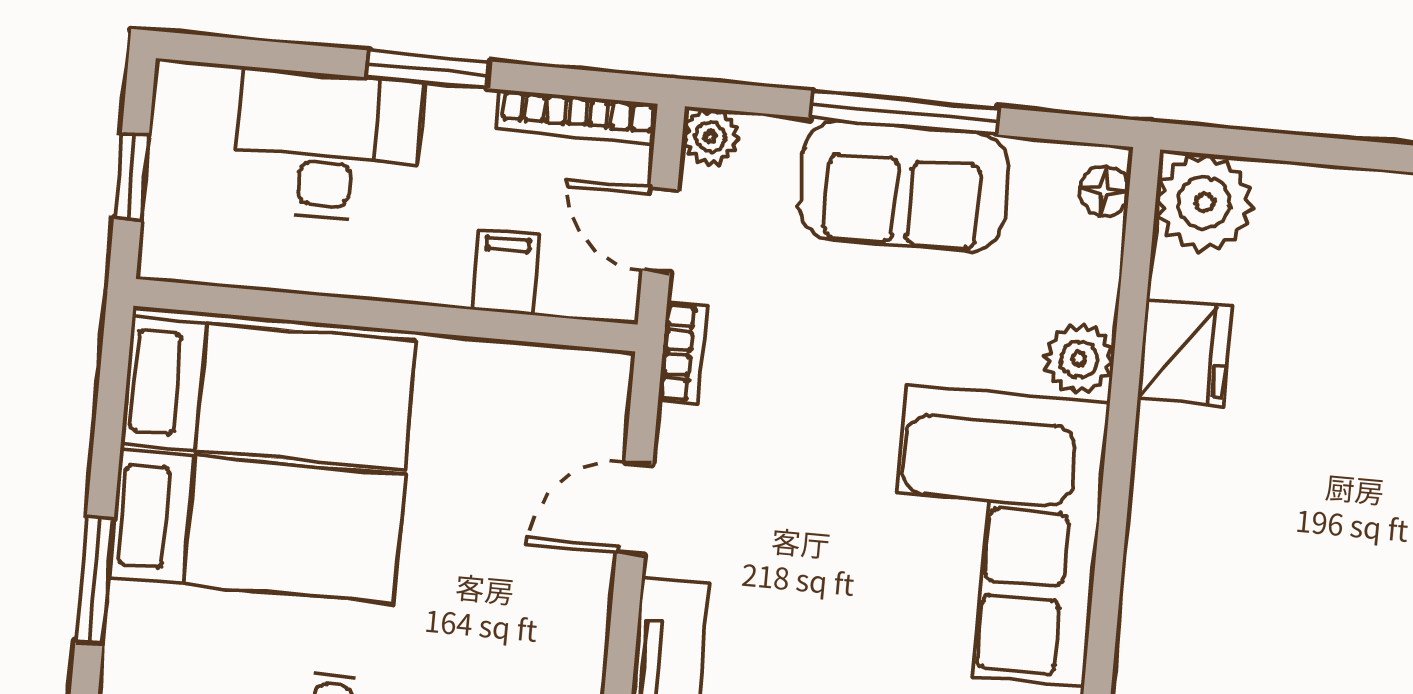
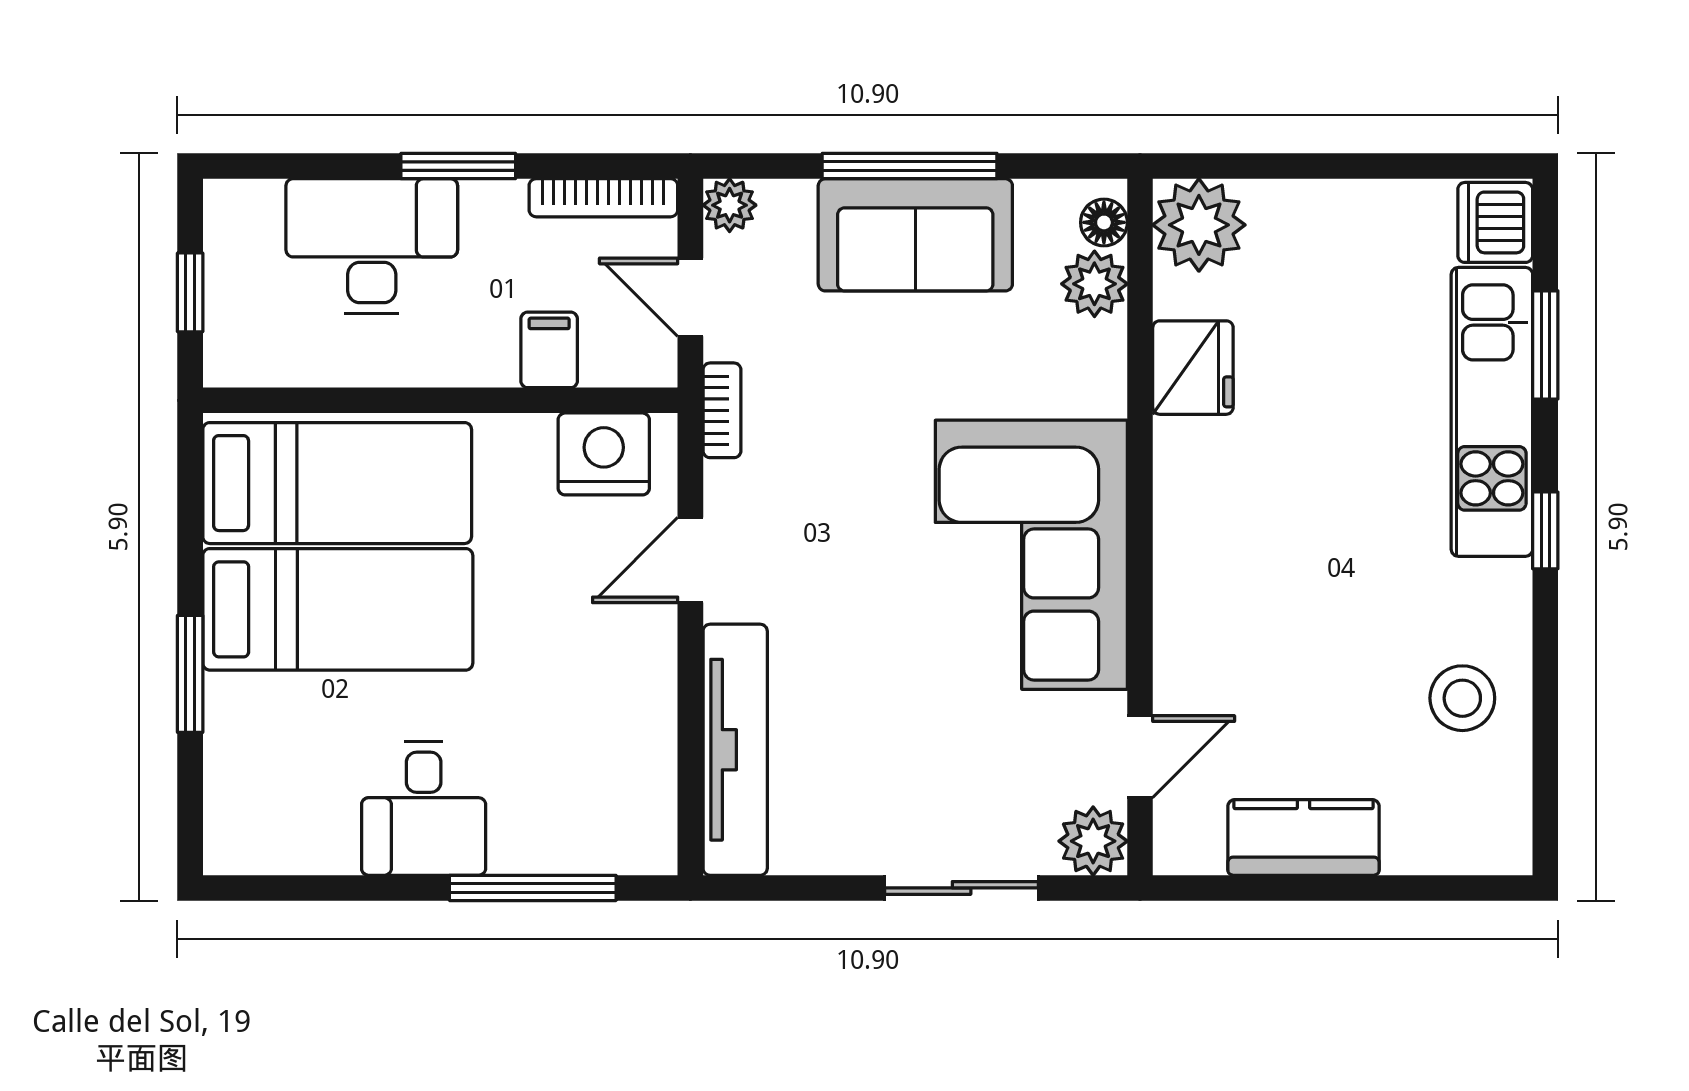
plant: (1079, 359) -> (1094, 284), moved
nightstand: (553, 388) -> (604, 454), added

